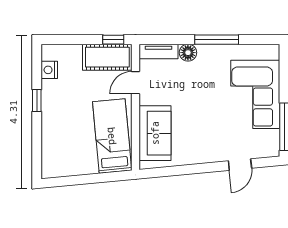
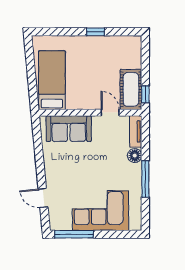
nightstand: (49, 70) -> (121, 42), removed
bed: (112, 136) -> (52, 80), moved, turned -85

